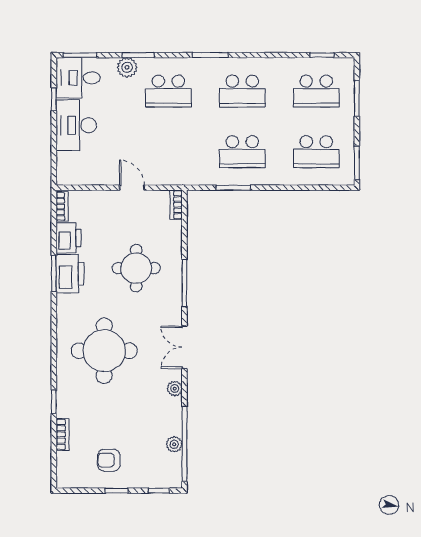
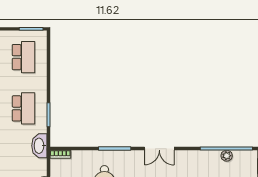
washbasin: (189, 175) -> (39, 146), added
plant: (175, 389) -> (188, 155), removed

